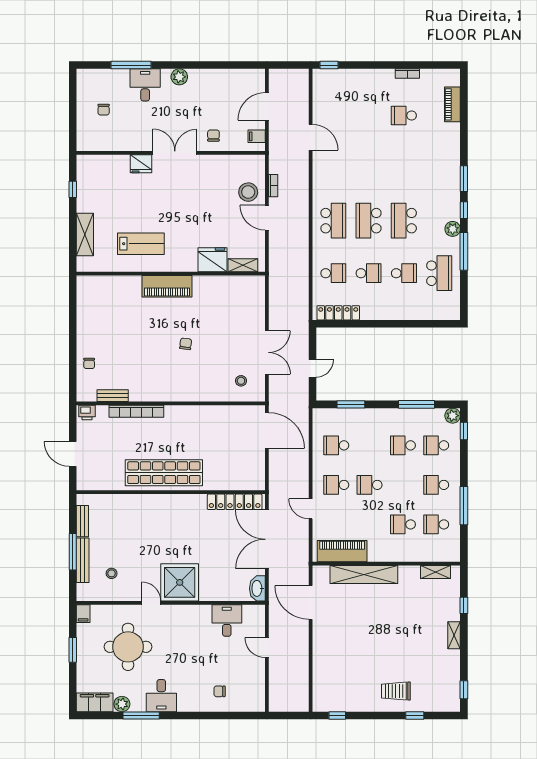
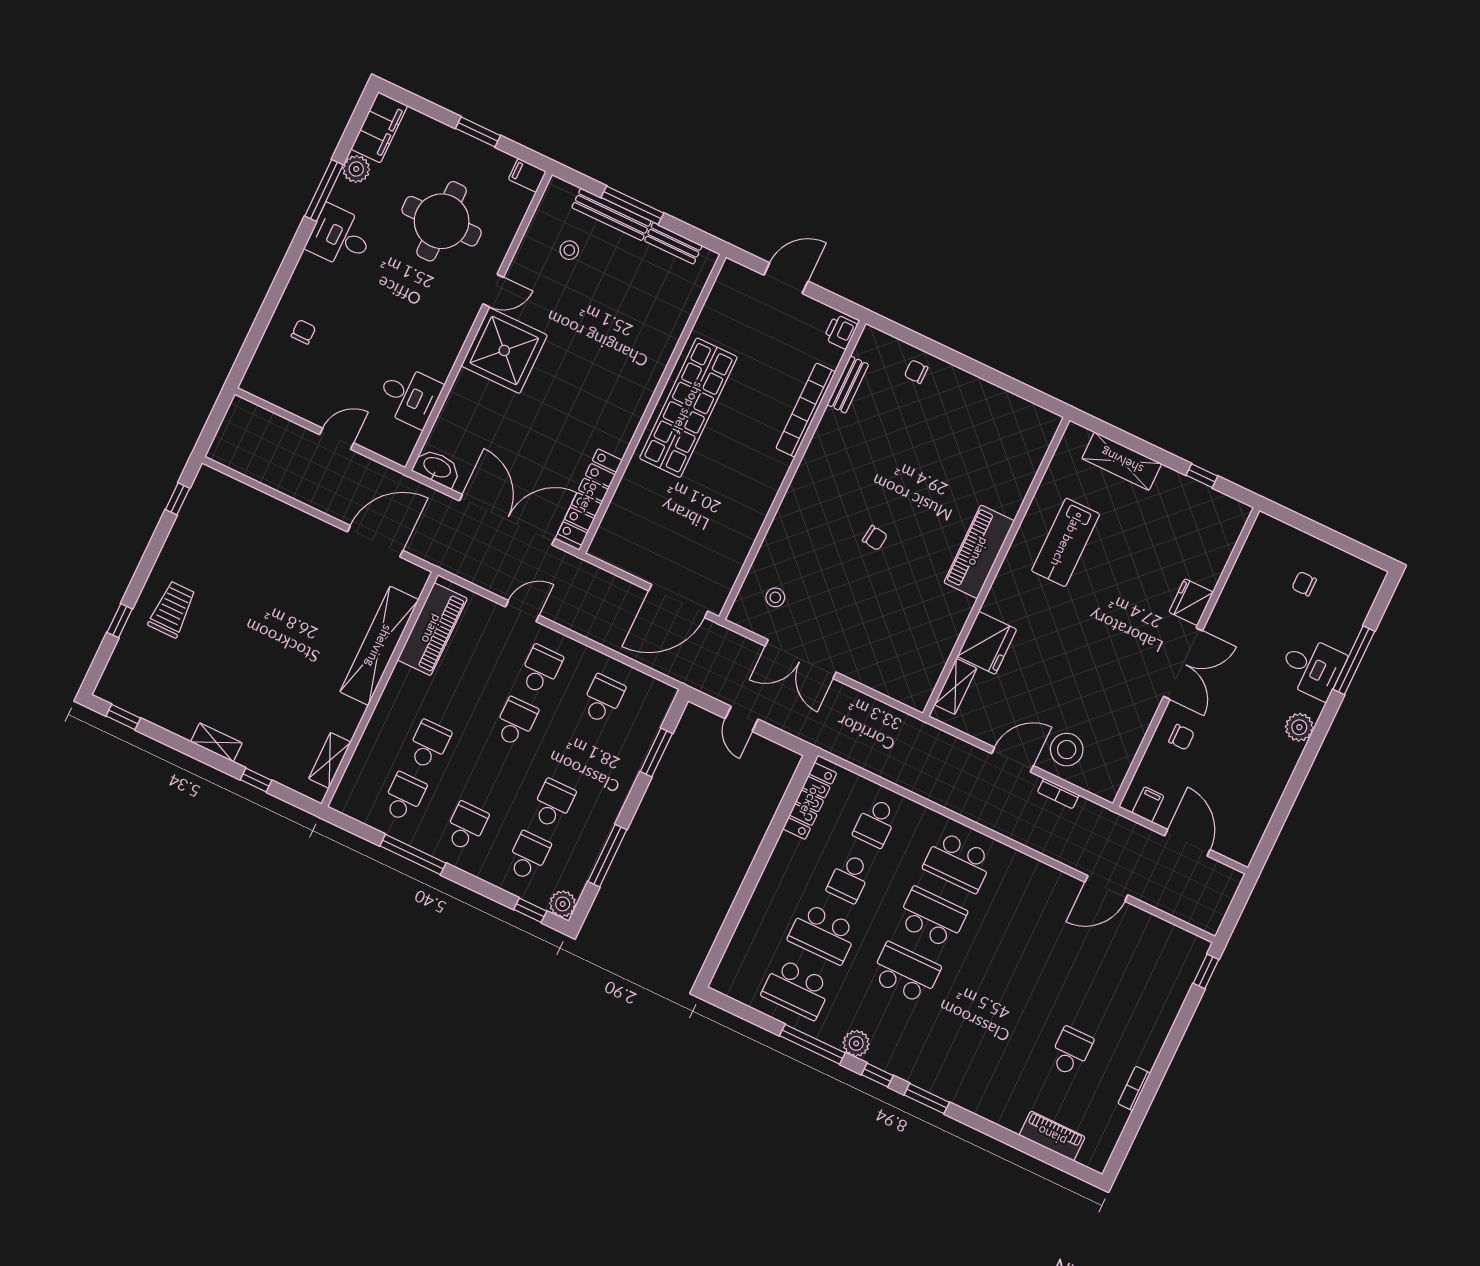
school desk: (404, 273) -> (823, 934), width x1.85

